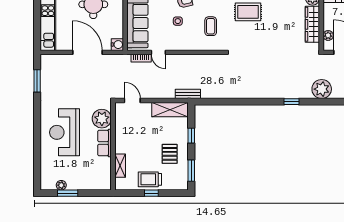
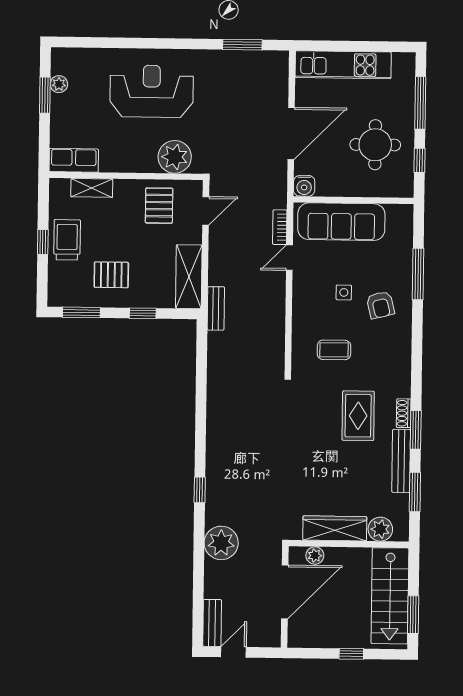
pallet: (130, 127) -> (159, 206), added
row of seats: (105, 143) -> (74, 160), moved

